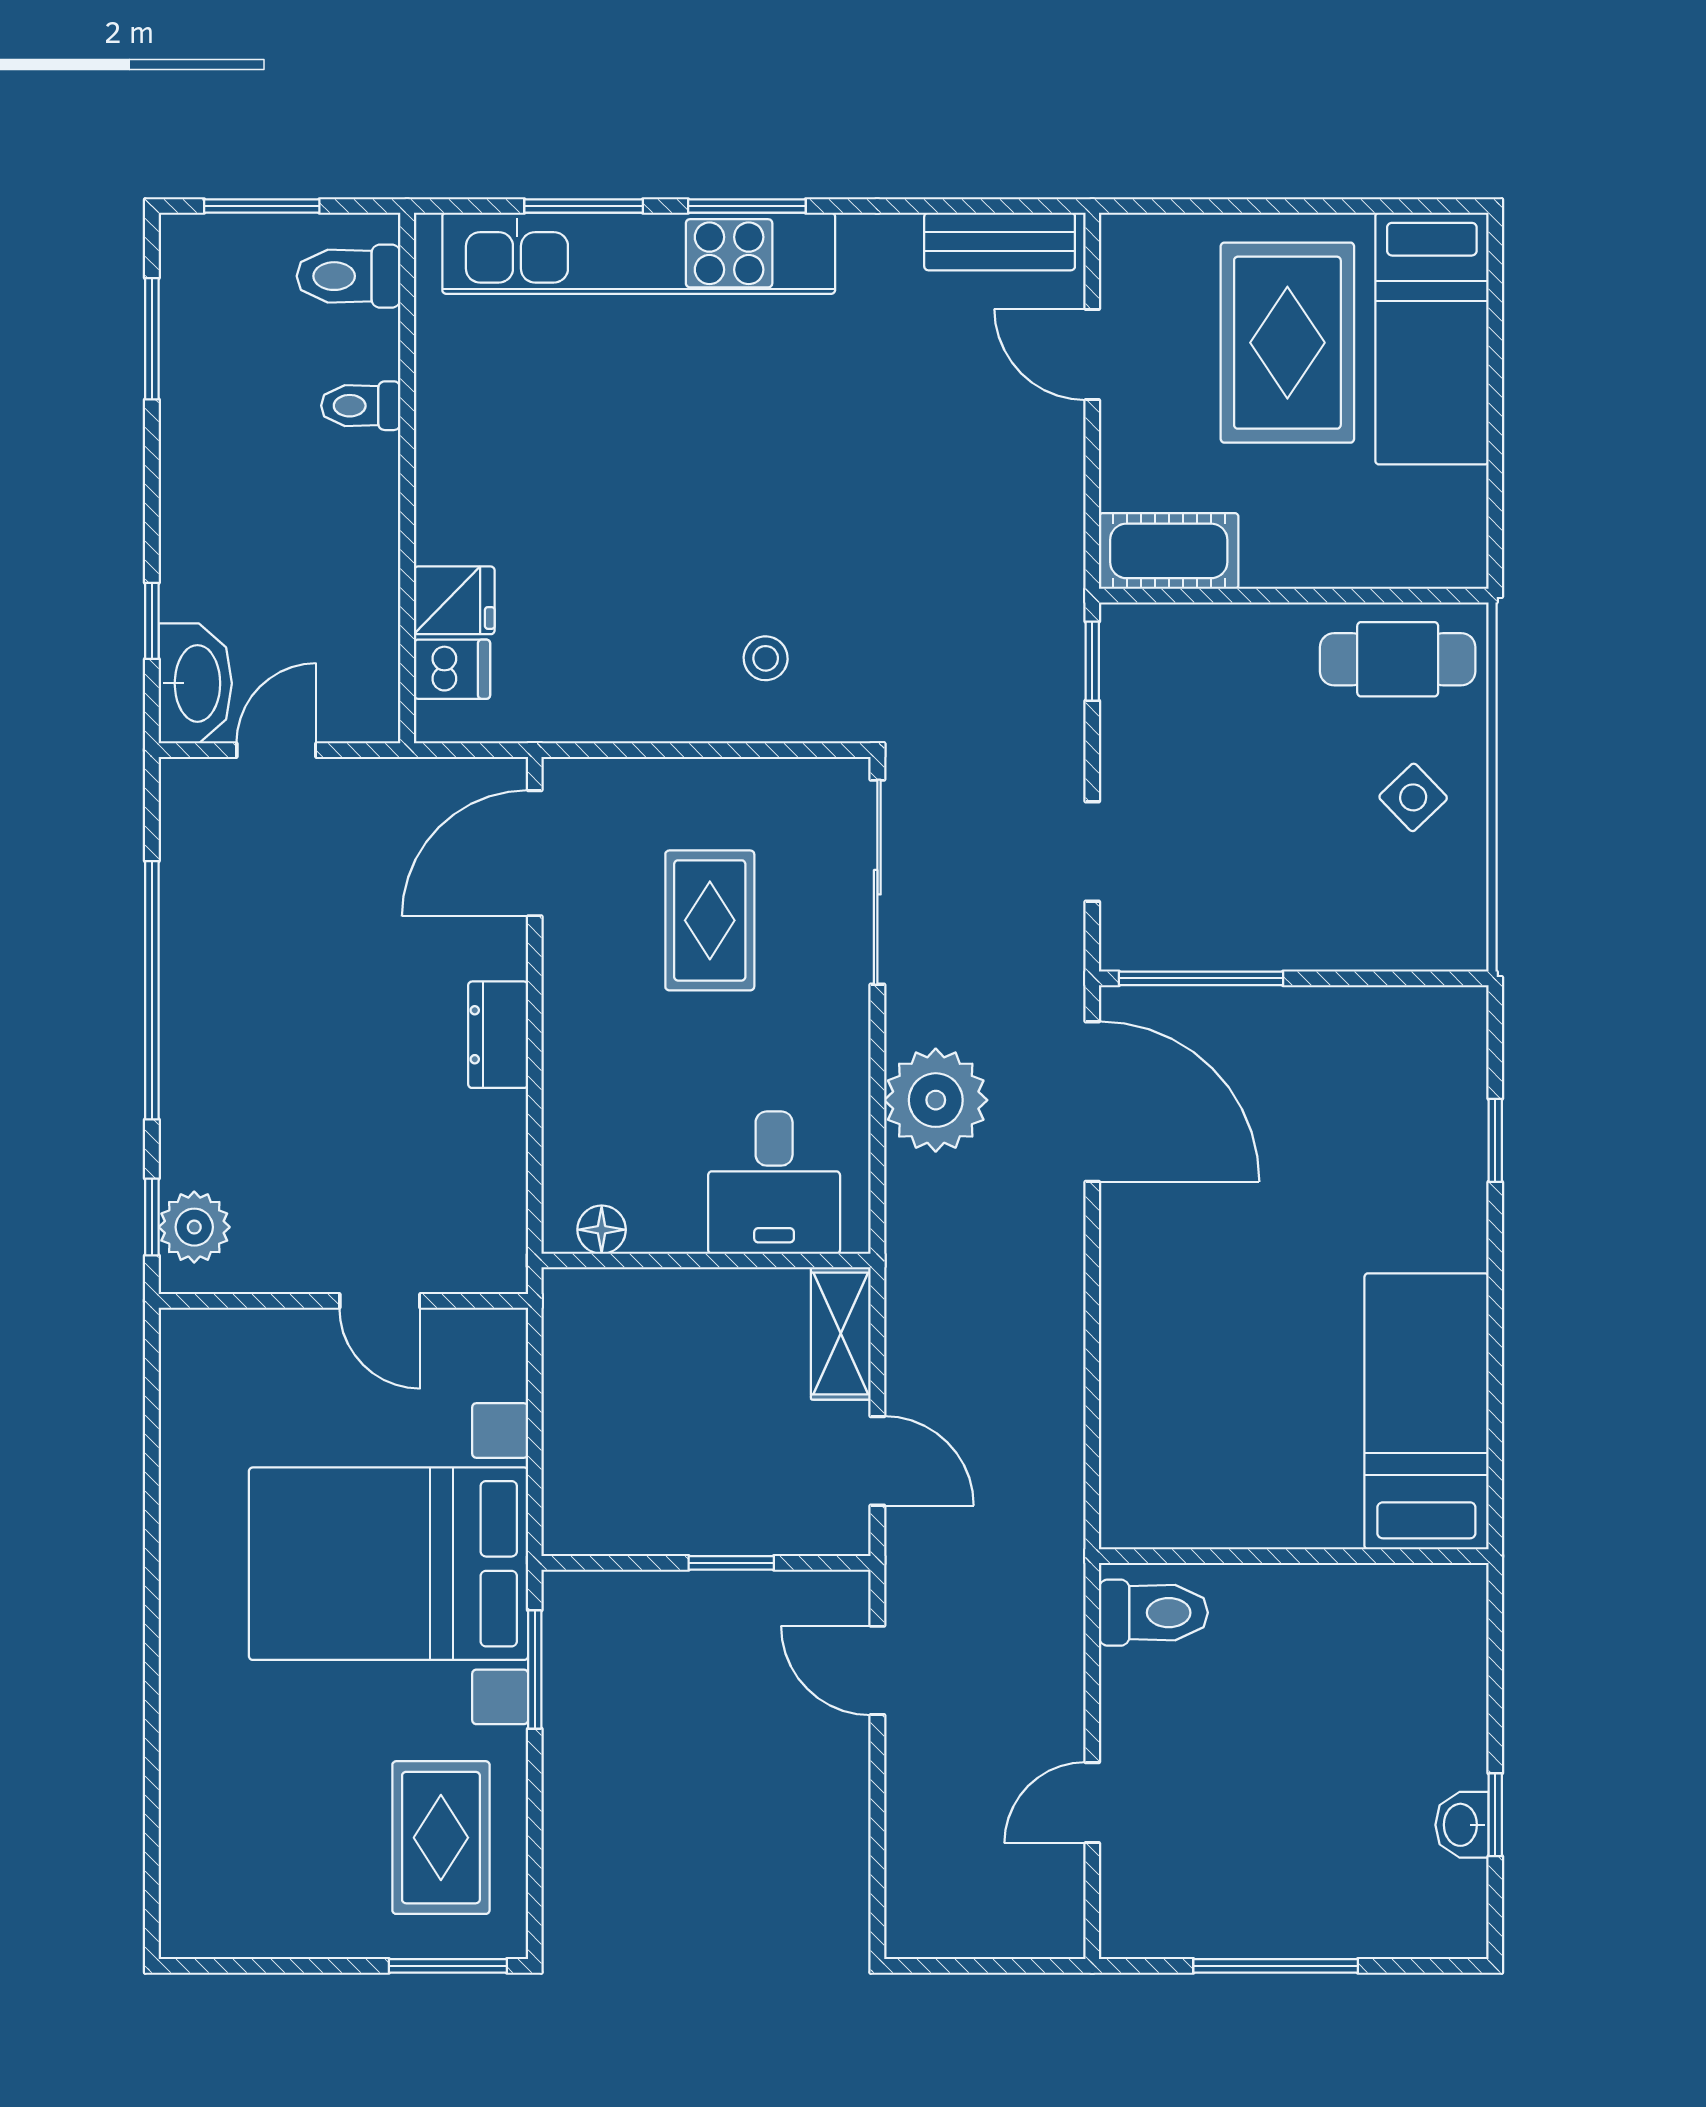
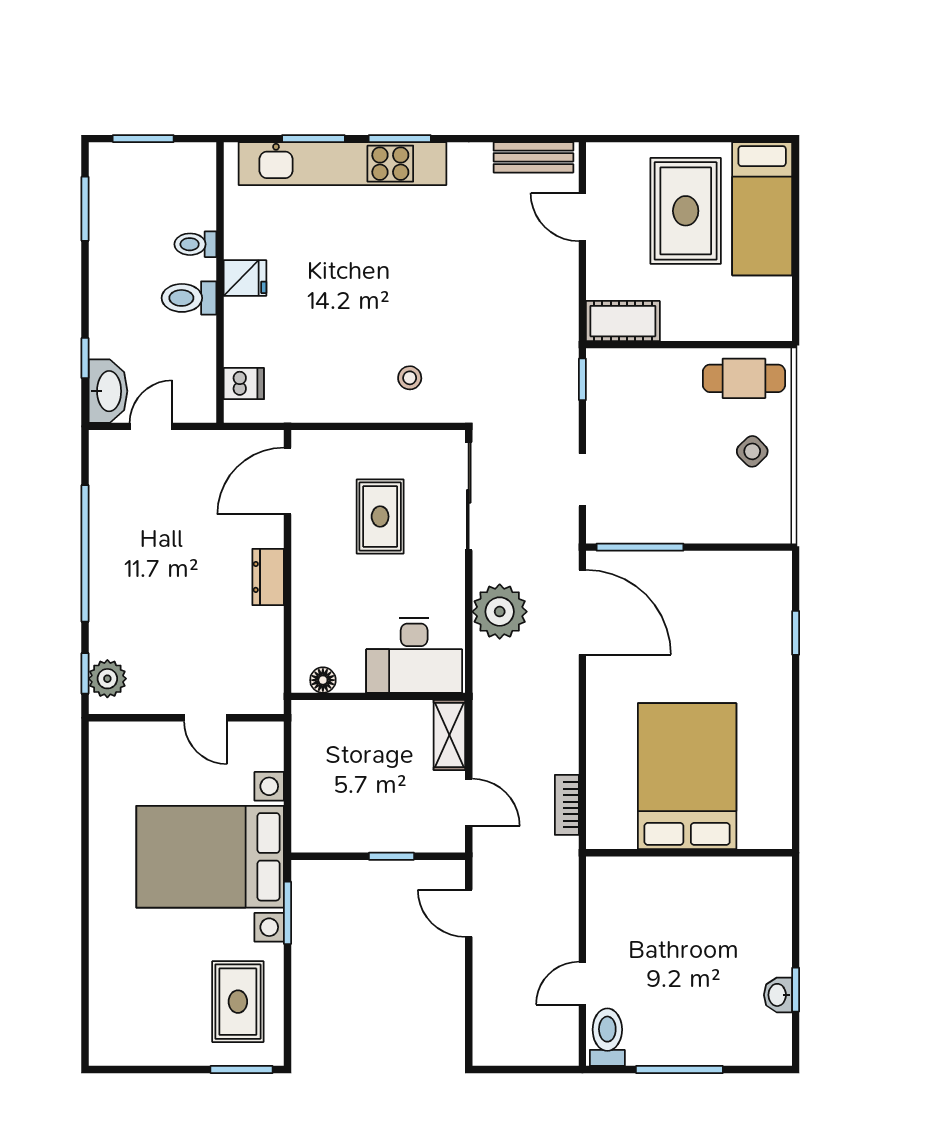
toilet: (349, 276) -> (189, 298), moved
fridge: (454, 600) -> (245, 278), moved
desk: (774, 1183) -> (414, 655), width x1.37
bed: (1426, 1411) -> (687, 776), moved, width x1.50
bookcase: (1063, 1466) -> (567, 805), added
toilet: (1153, 1613) -> (607, 1037), moved, turned -90

